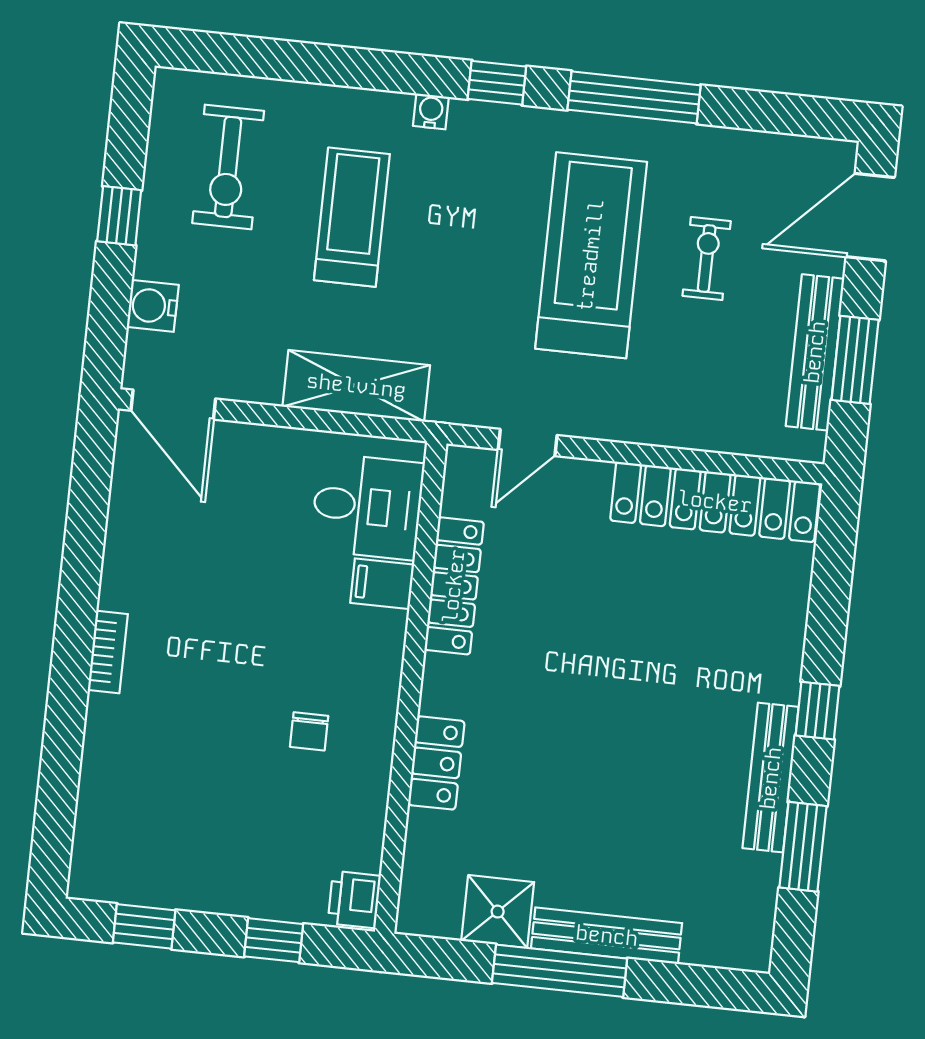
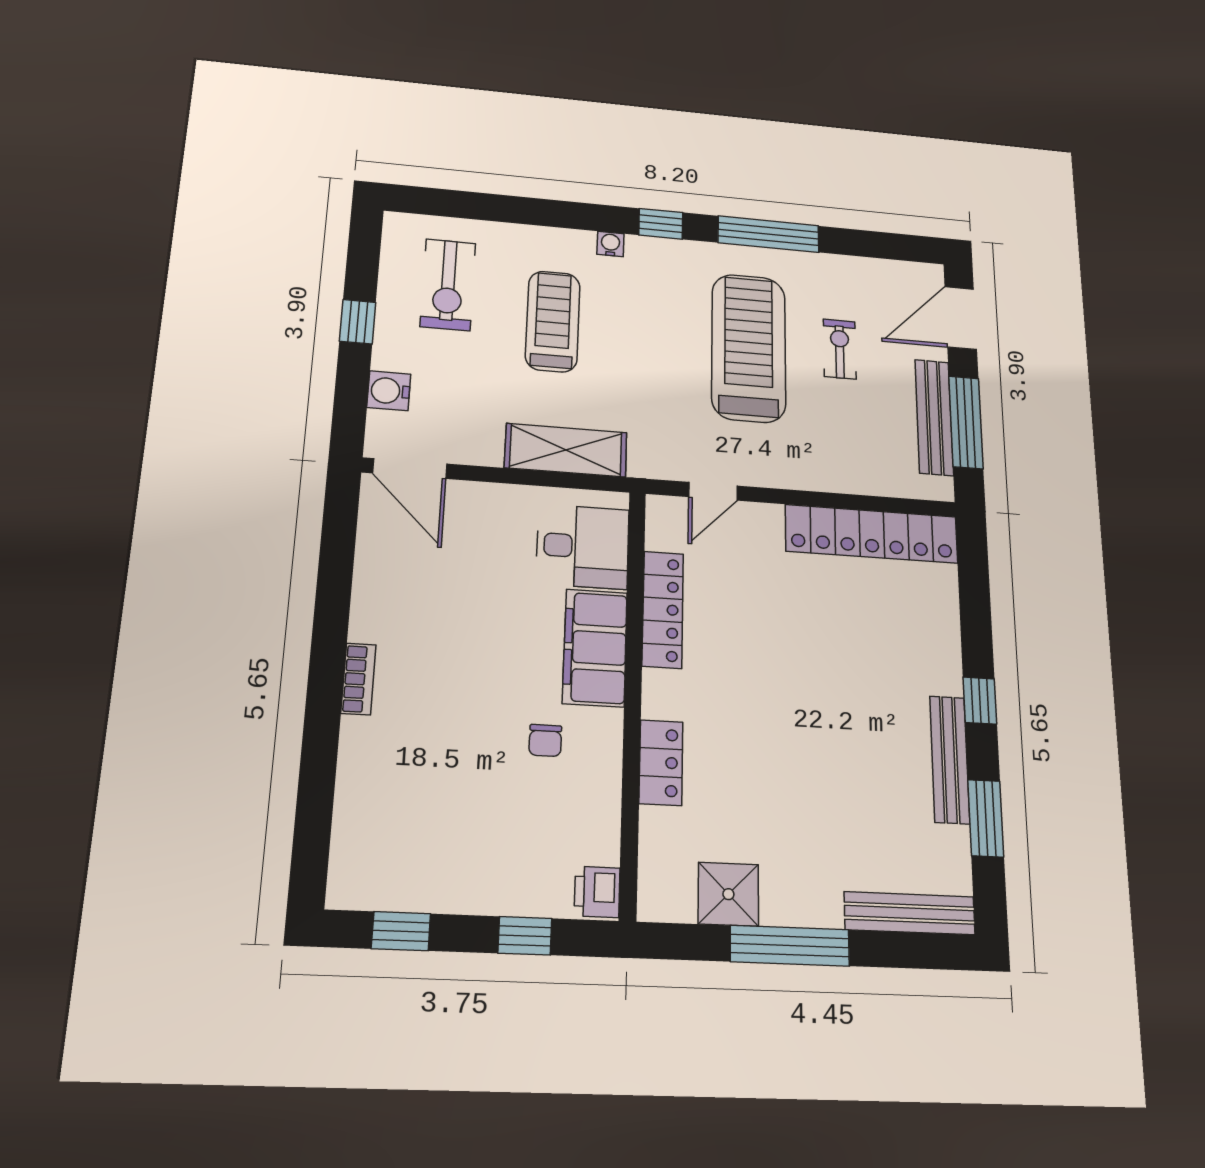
window: (855, 360) -> (966, 422), width x1.44
filing cabinet: (382, 584) -> (595, 648), width x3.00, depth x1.17
bench: (607, 936) -> (910, 913), moved

